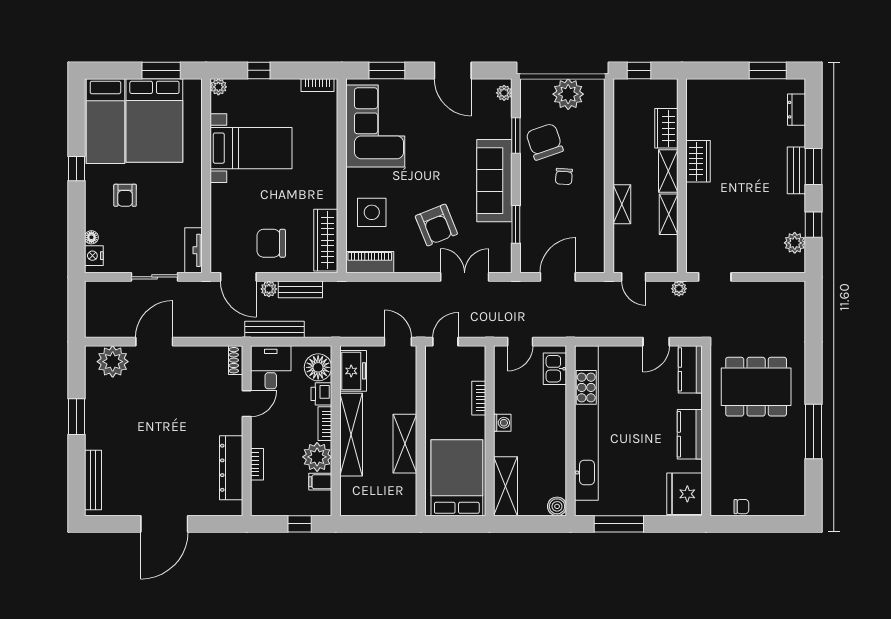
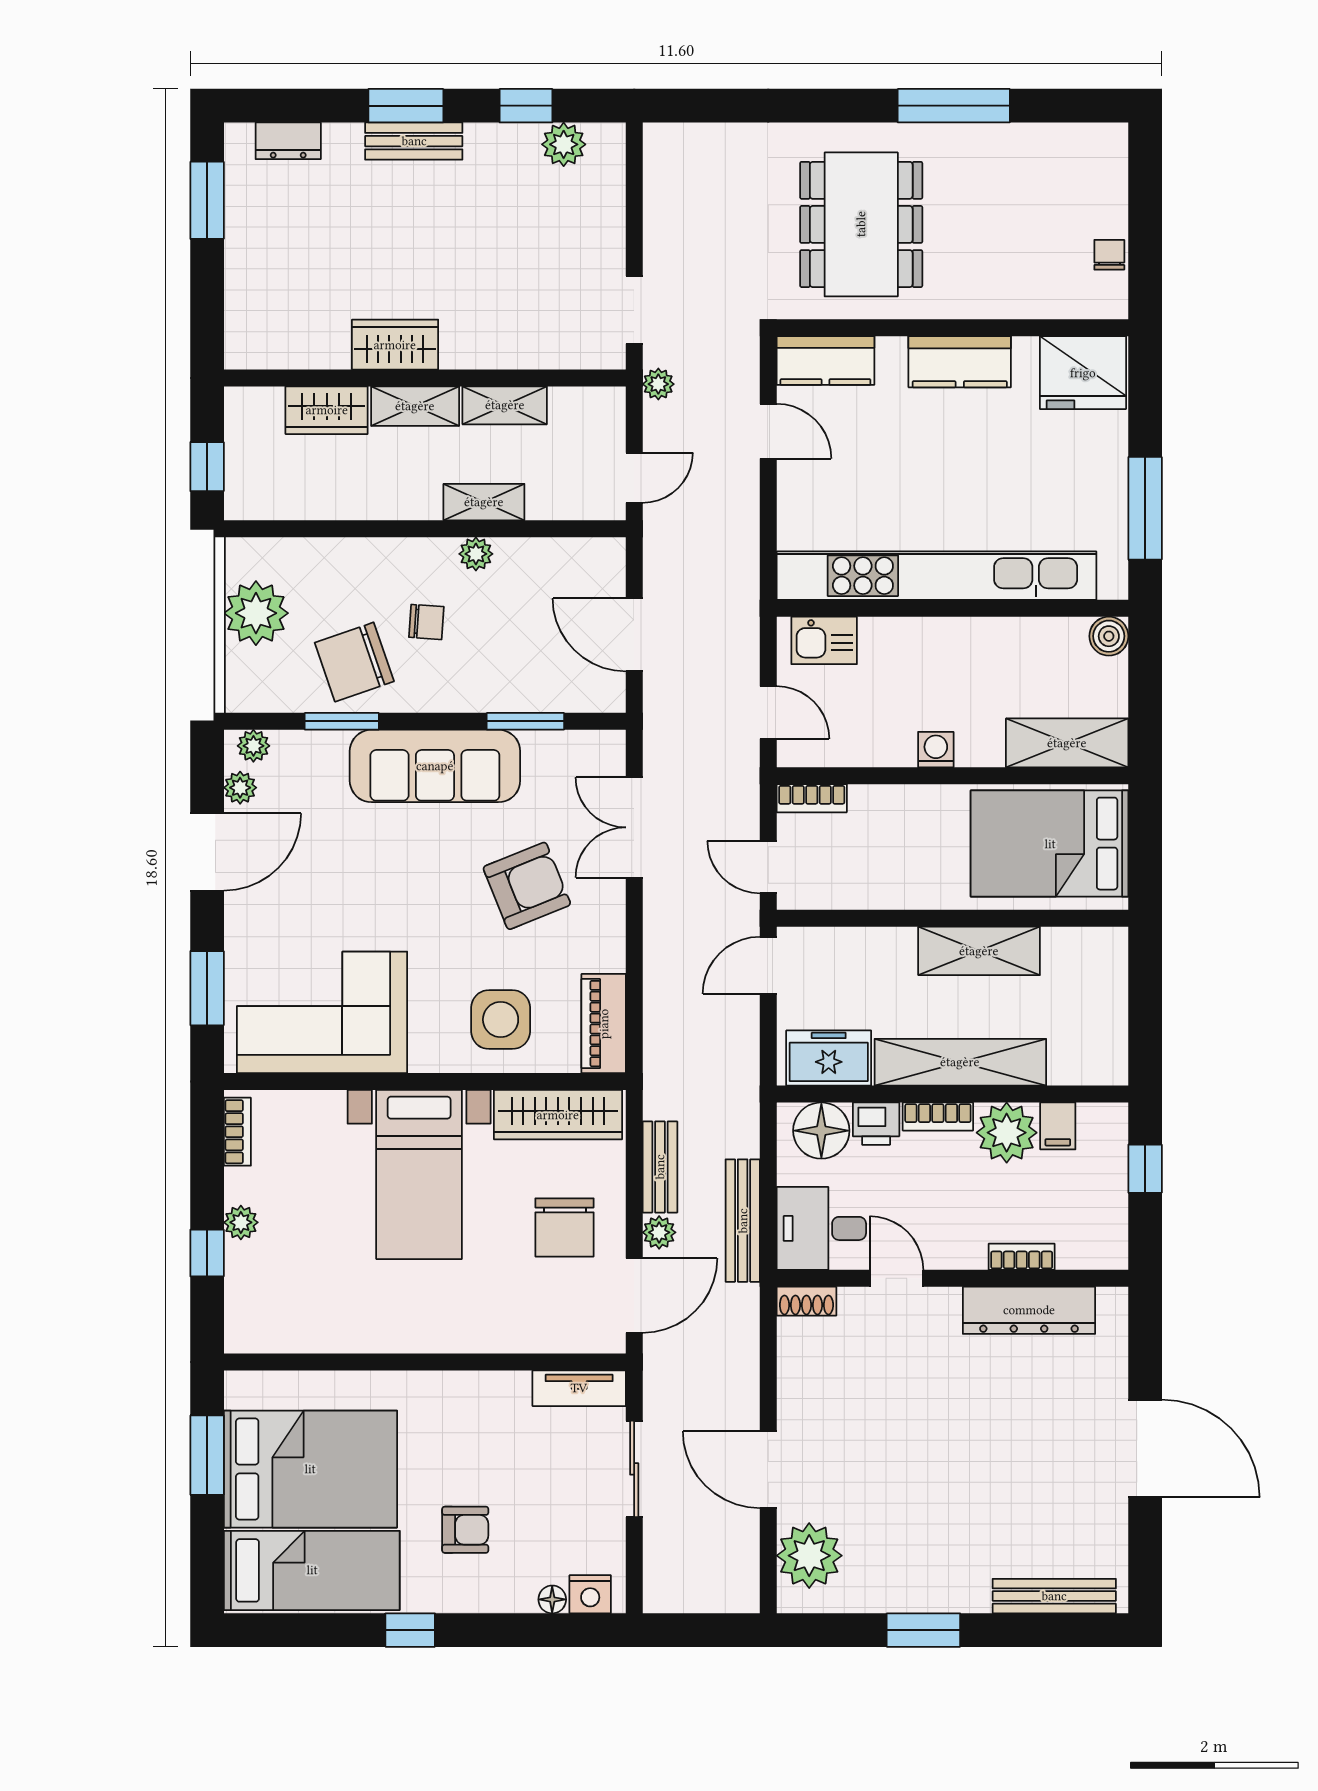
plant: (484, 86) -> (240, 788), added
plant: (218, 87) -> (241, 1222), moved
bed with nightstands: (251, 148) -> (419, 1174), moved, turned 180
plant: (597, 200) -> (476, 554), added
bookcase: (479, 398) -> (812, 798), moved

